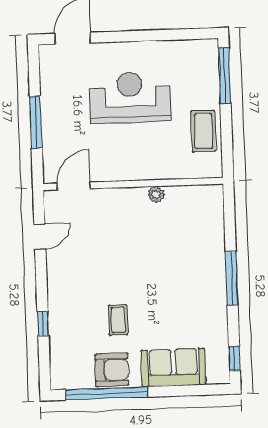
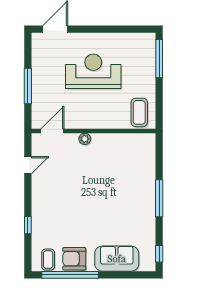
coffee table: (203, 131) -> (139, 112), moved
plant: (156, 195) -> (85, 139), moved
coffee table: (118, 320) -> (48, 260), moved
armchair: (112, 370) -> (74, 259), turned 180

